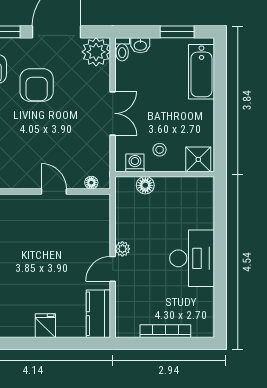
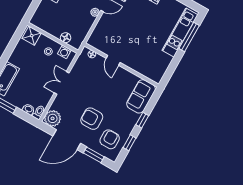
armchair: (37, 85) -> (92, 119), turned -90

